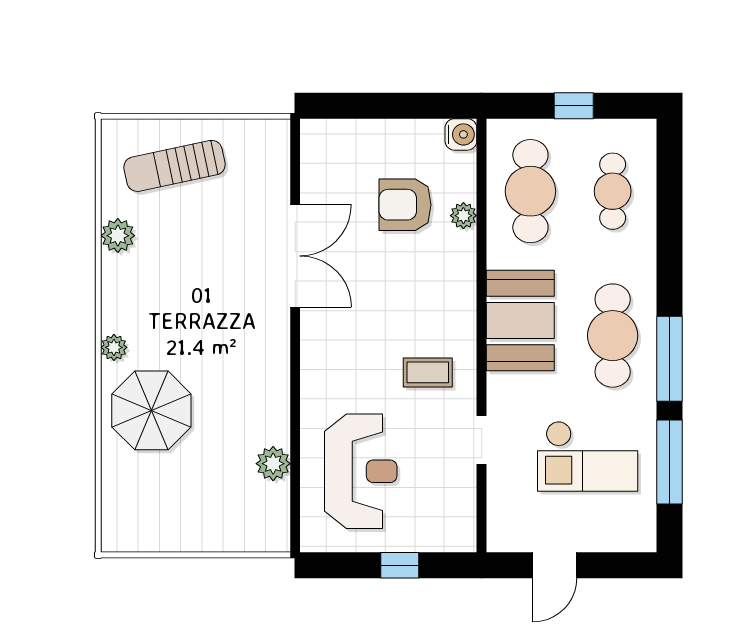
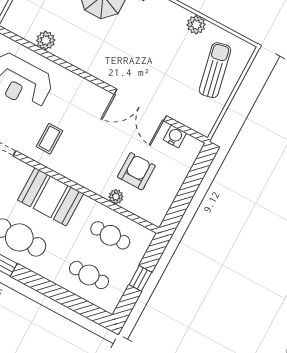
water cooler: (461, 134) -> (175, 136), moved, turned 180
cafe table: (530, 191) -> (110, 235), width x0.73, depth x0.74

